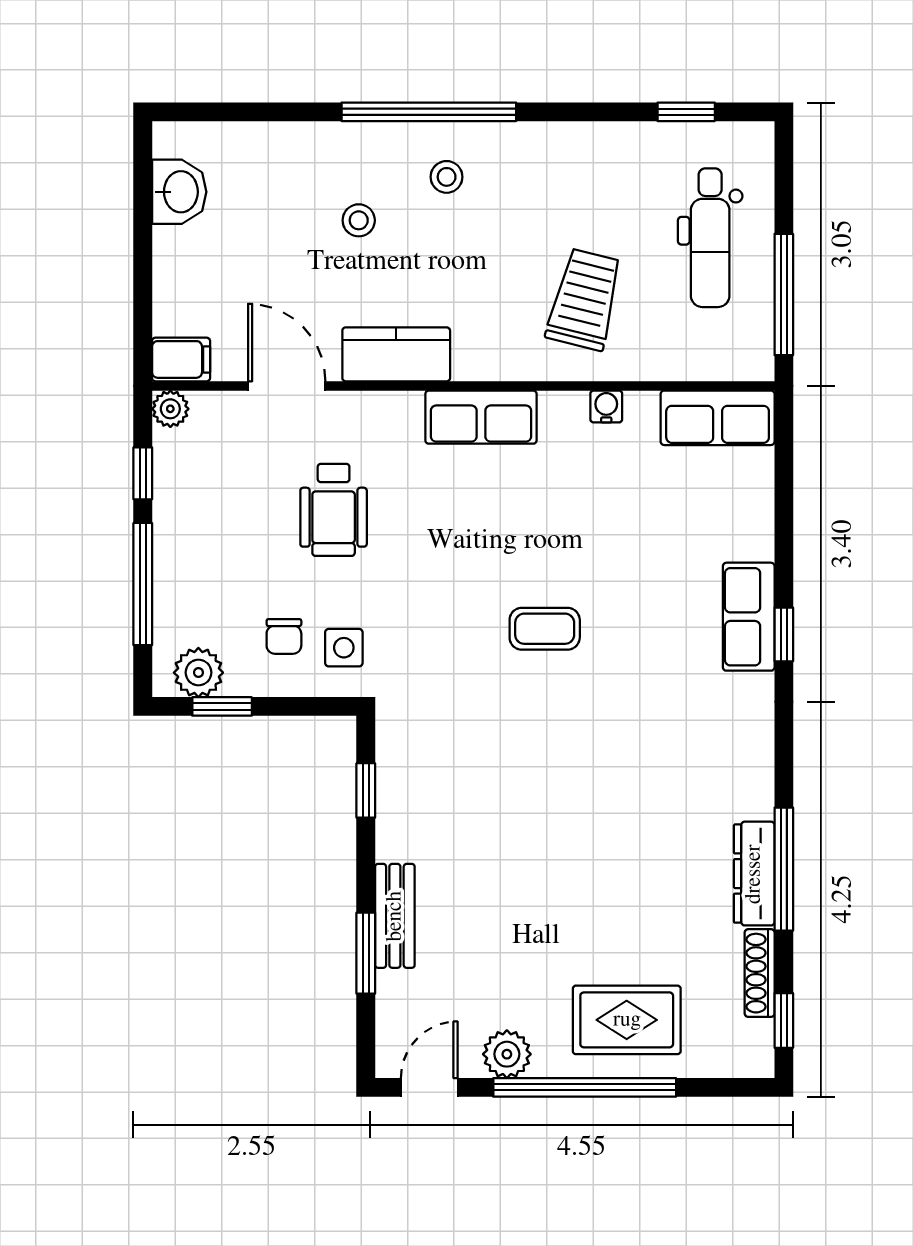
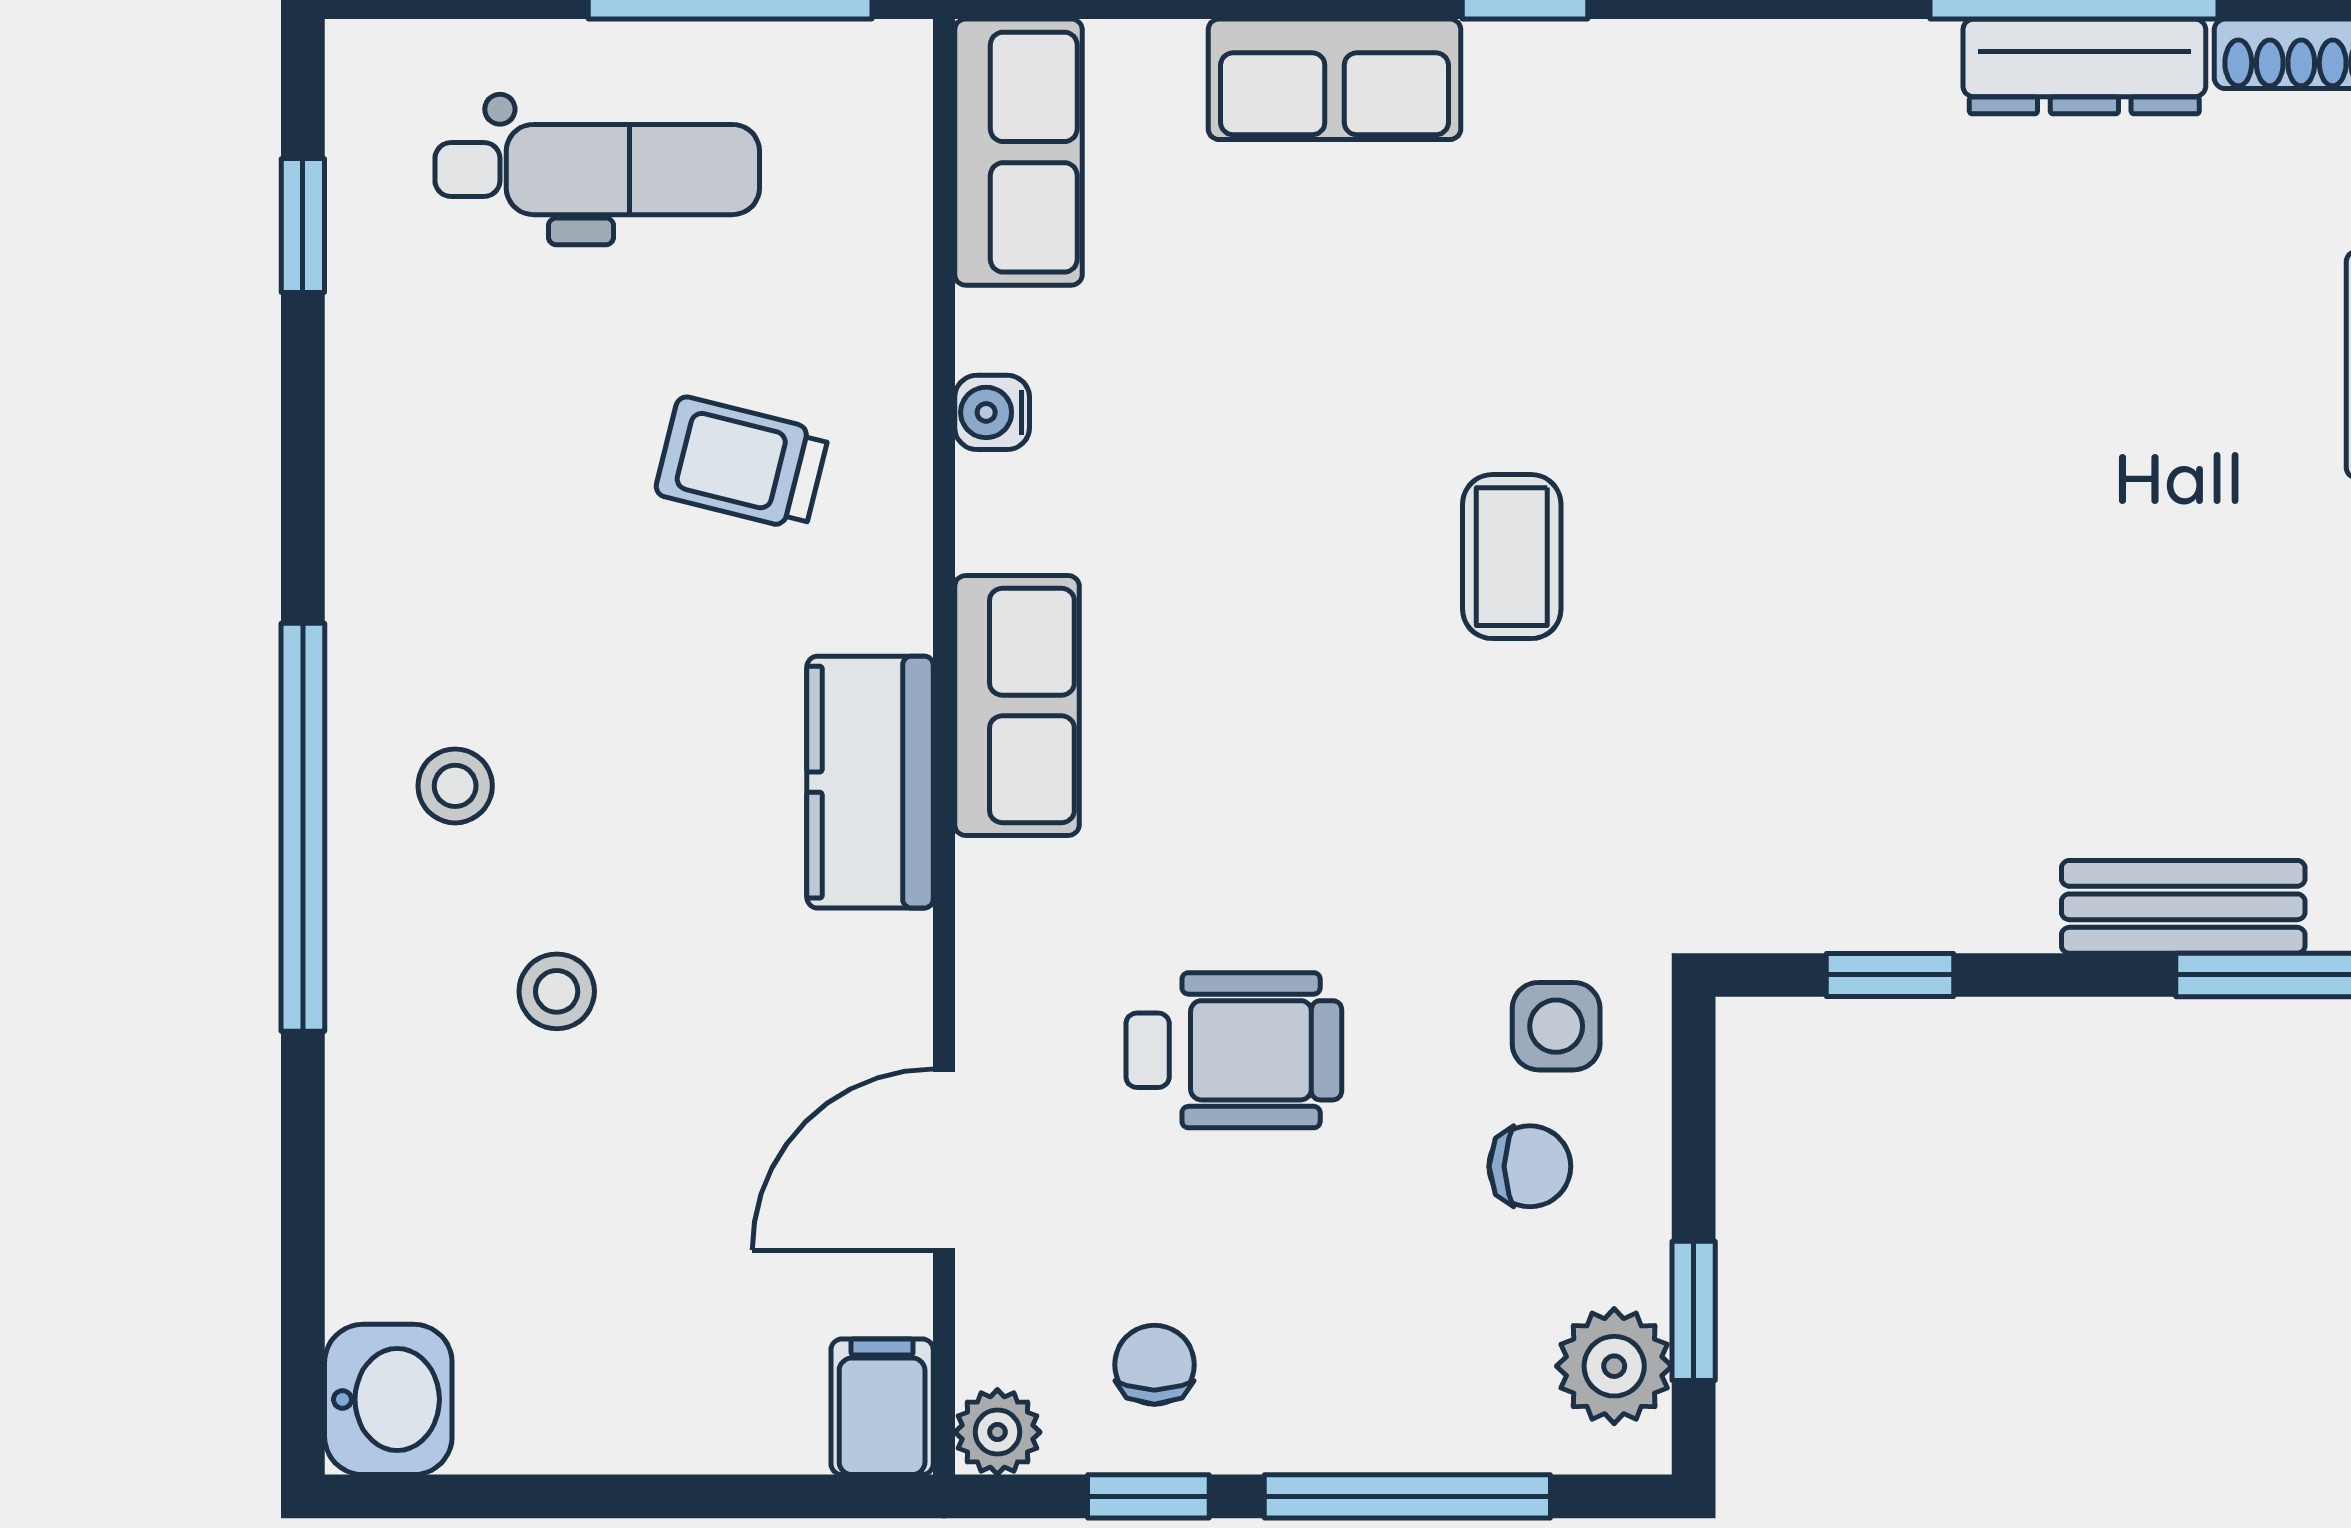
washbasin: (179, 192) -> (388, 1399), moved, turned 90
trolley: (585, 299) -> (742, 463), width x0.73, depth x0.72
kitchen counter: (396, 354) -> (870, 782), moved
chair: (199, 476) -> (1154, 1365), added
row of seats: (749, 617) -> (1335, 79), moved

